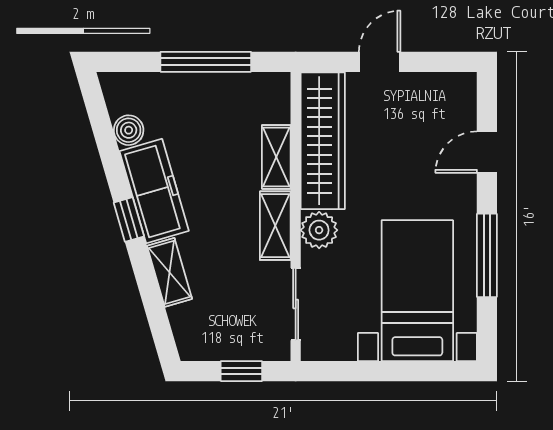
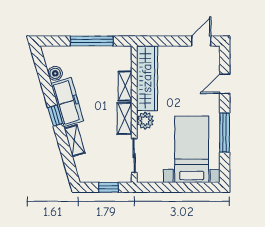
door: (380, 62) -> (201, 41), moved

